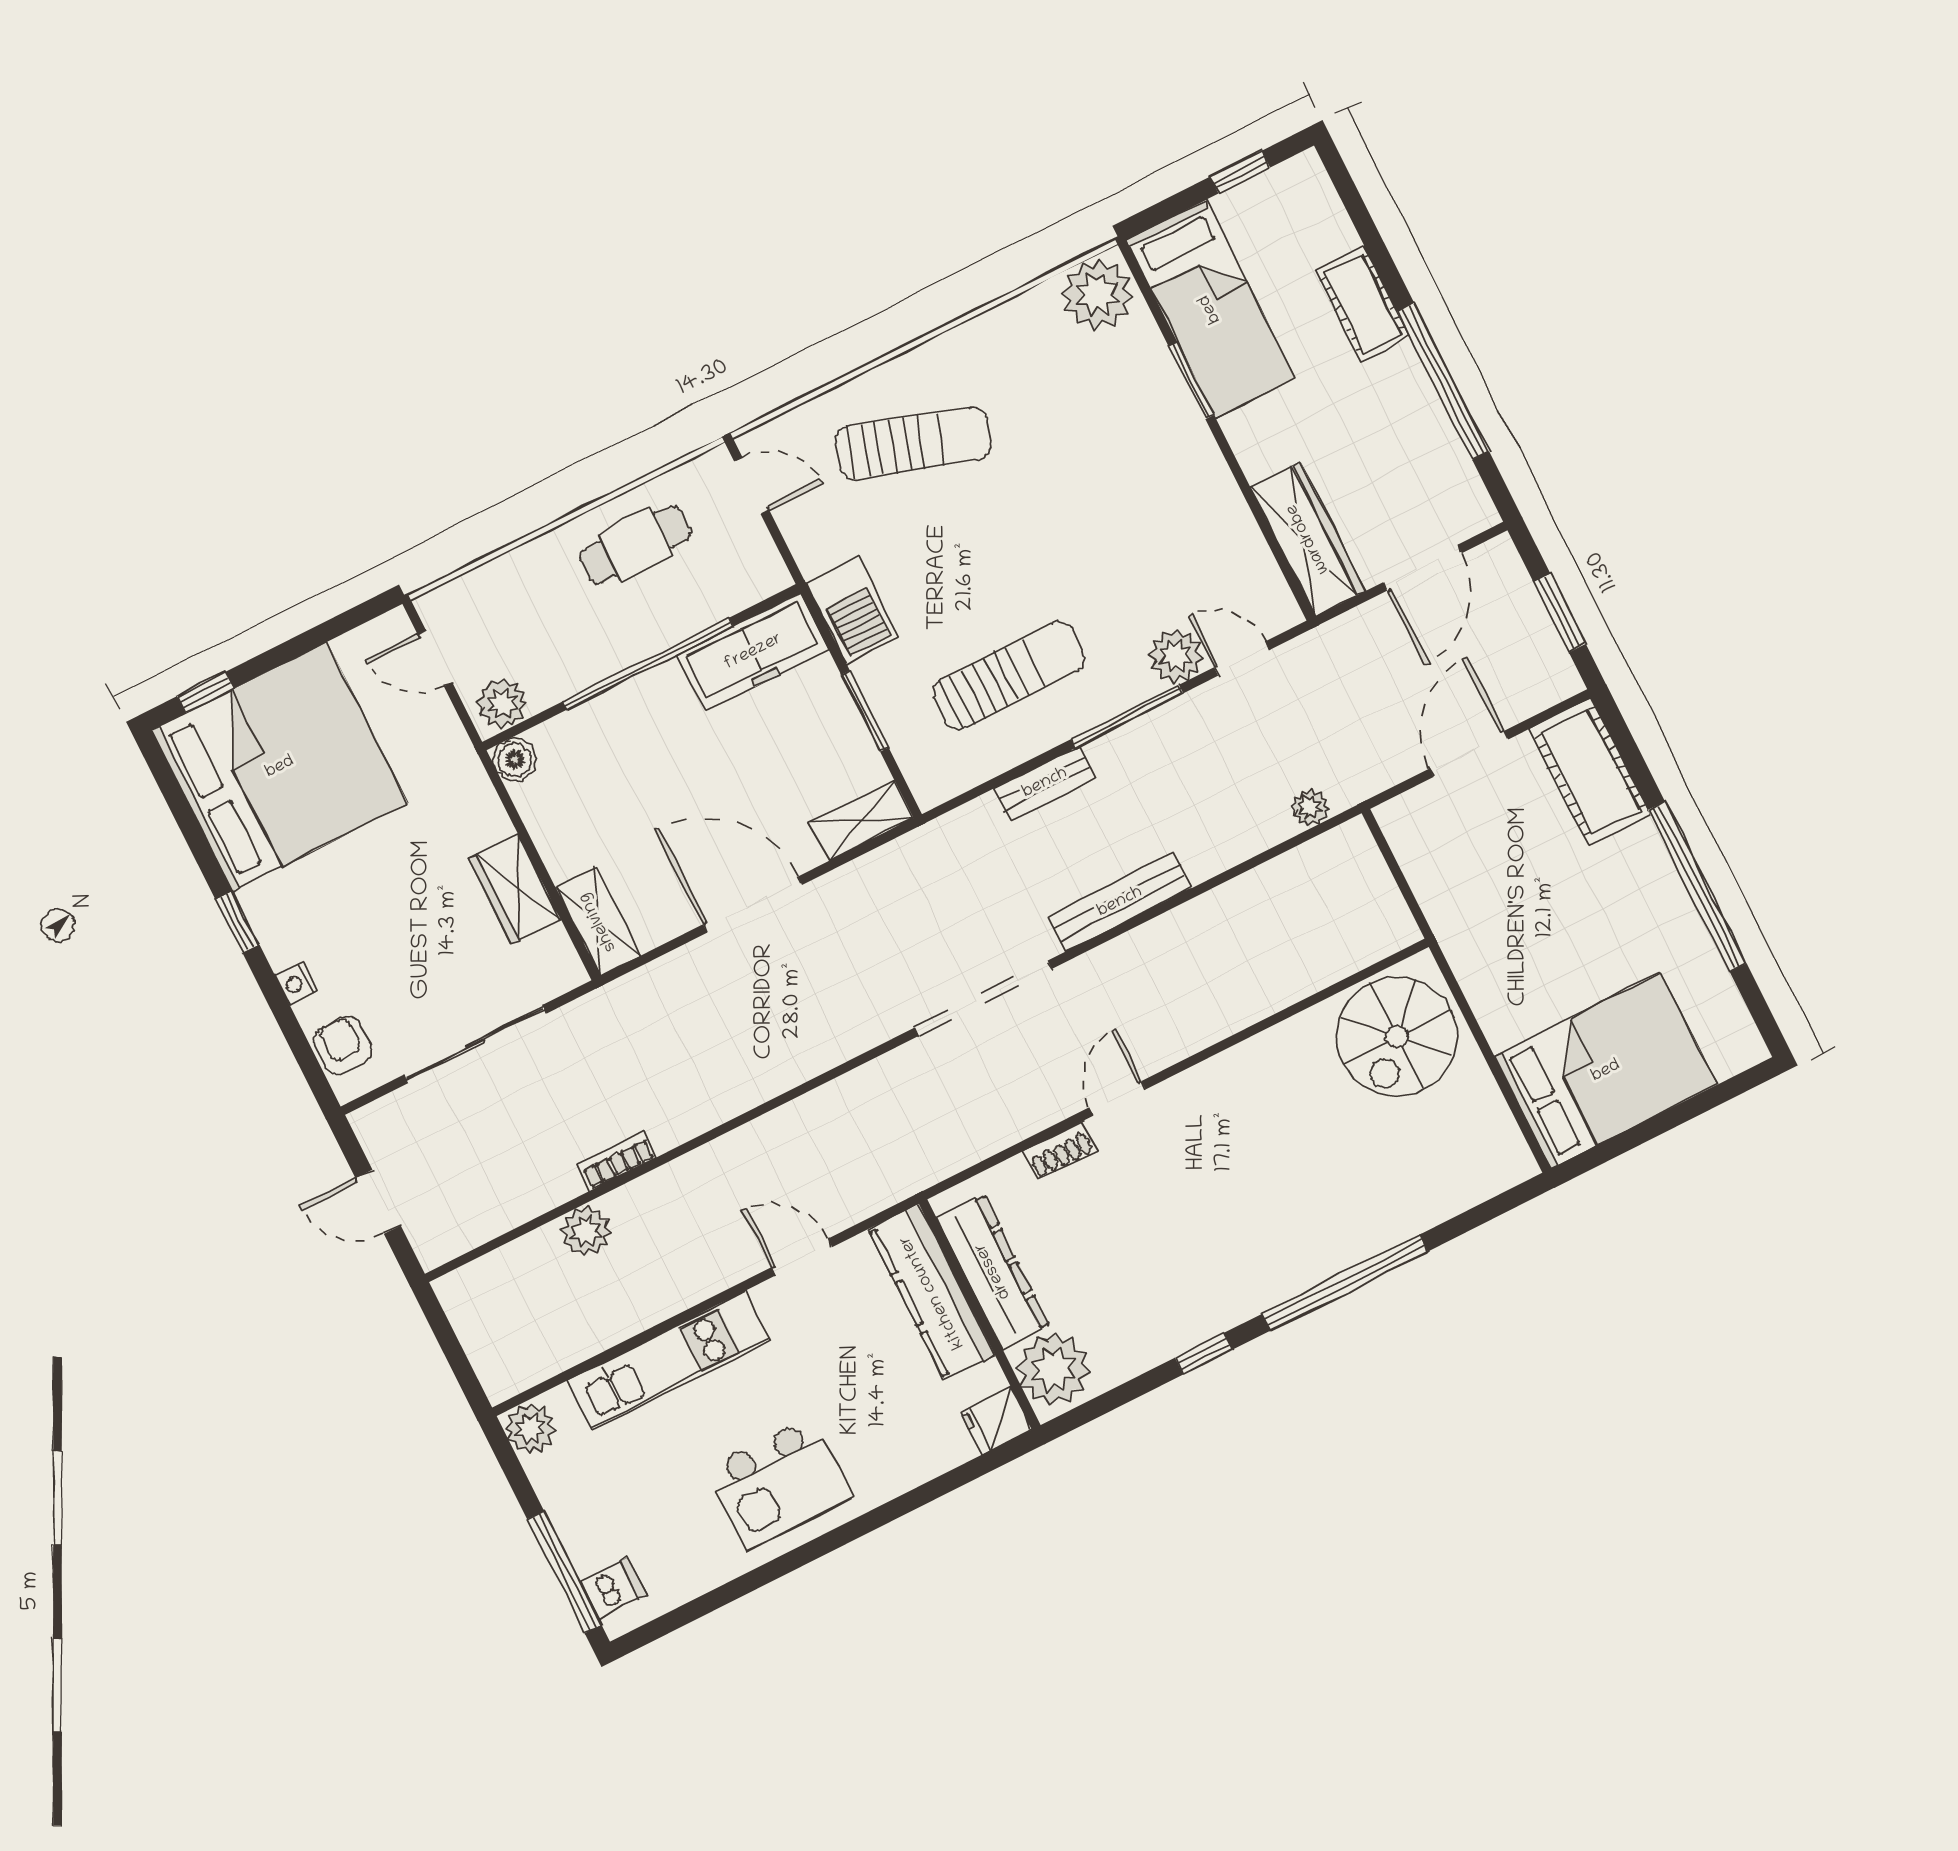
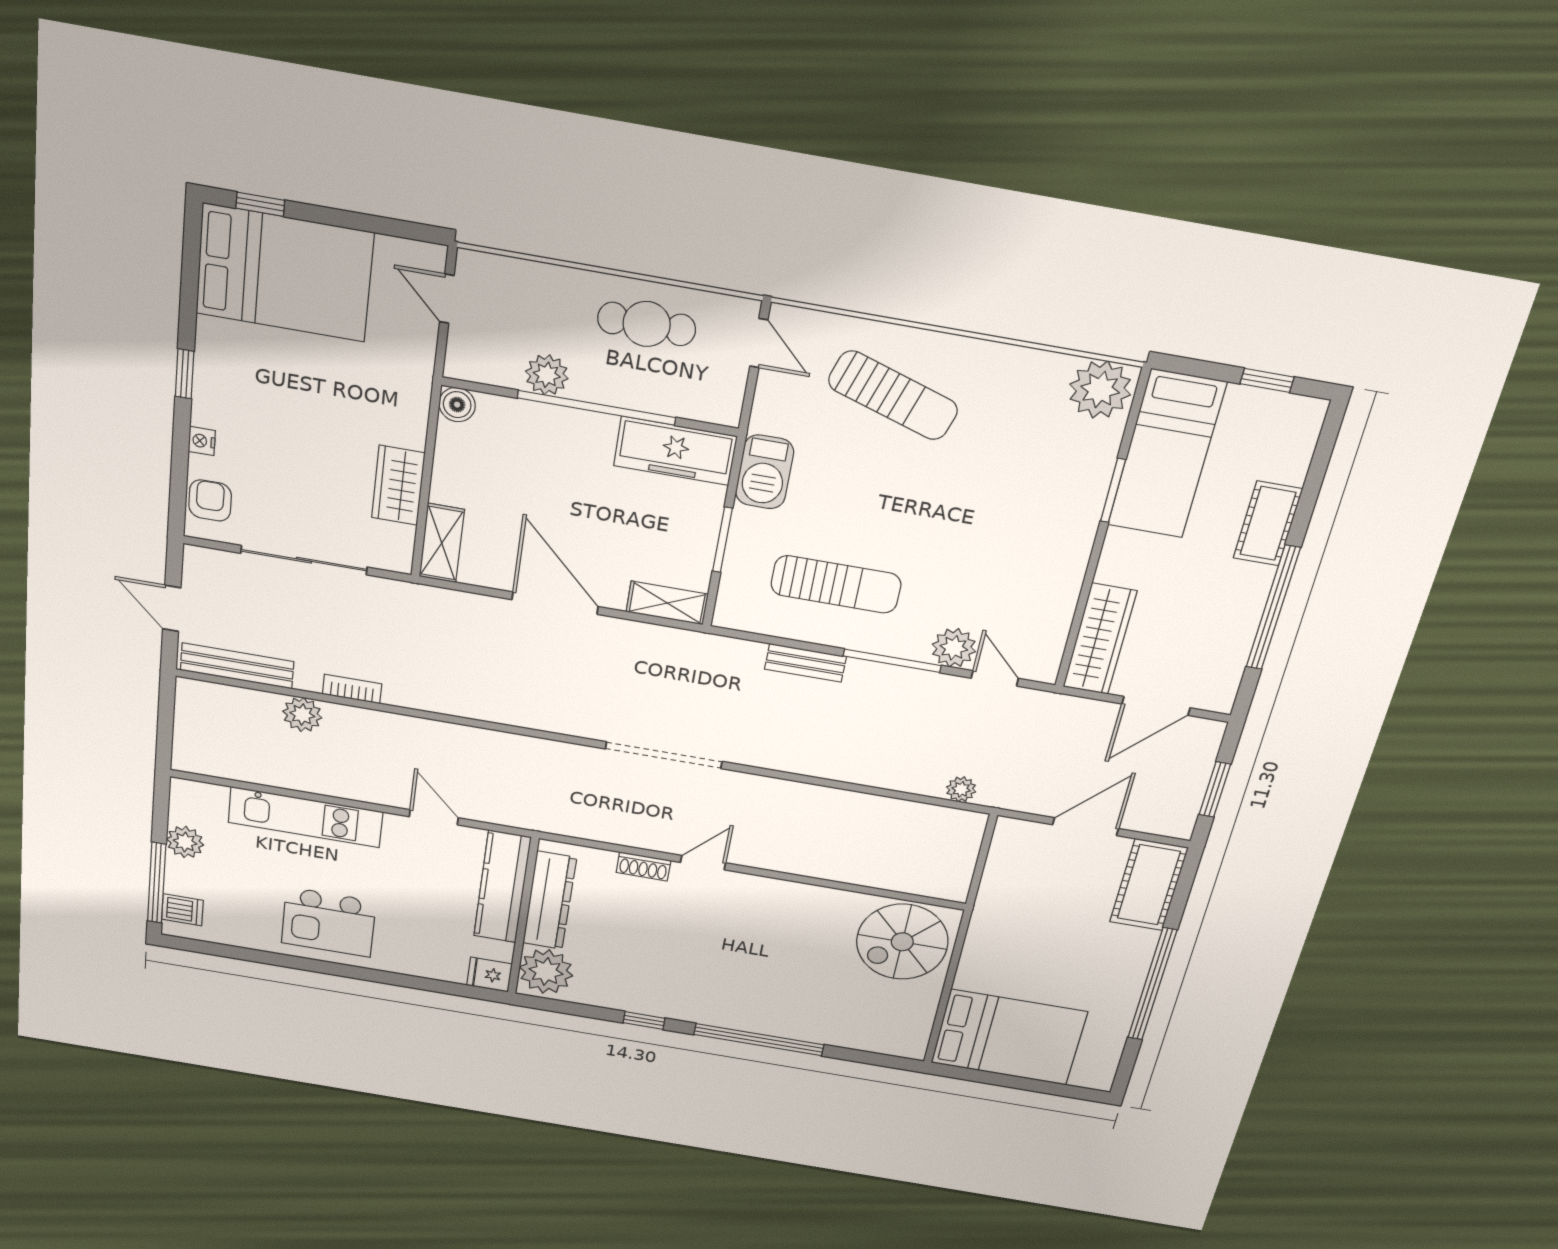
plant: (502, 704) -> (547, 375), moved
bed: (280, 767) -> (284, 273), width x0.73
bench: (1120, 902) -> (237, 666), moved
plant: (531, 1429) -> (185, 842), moved

